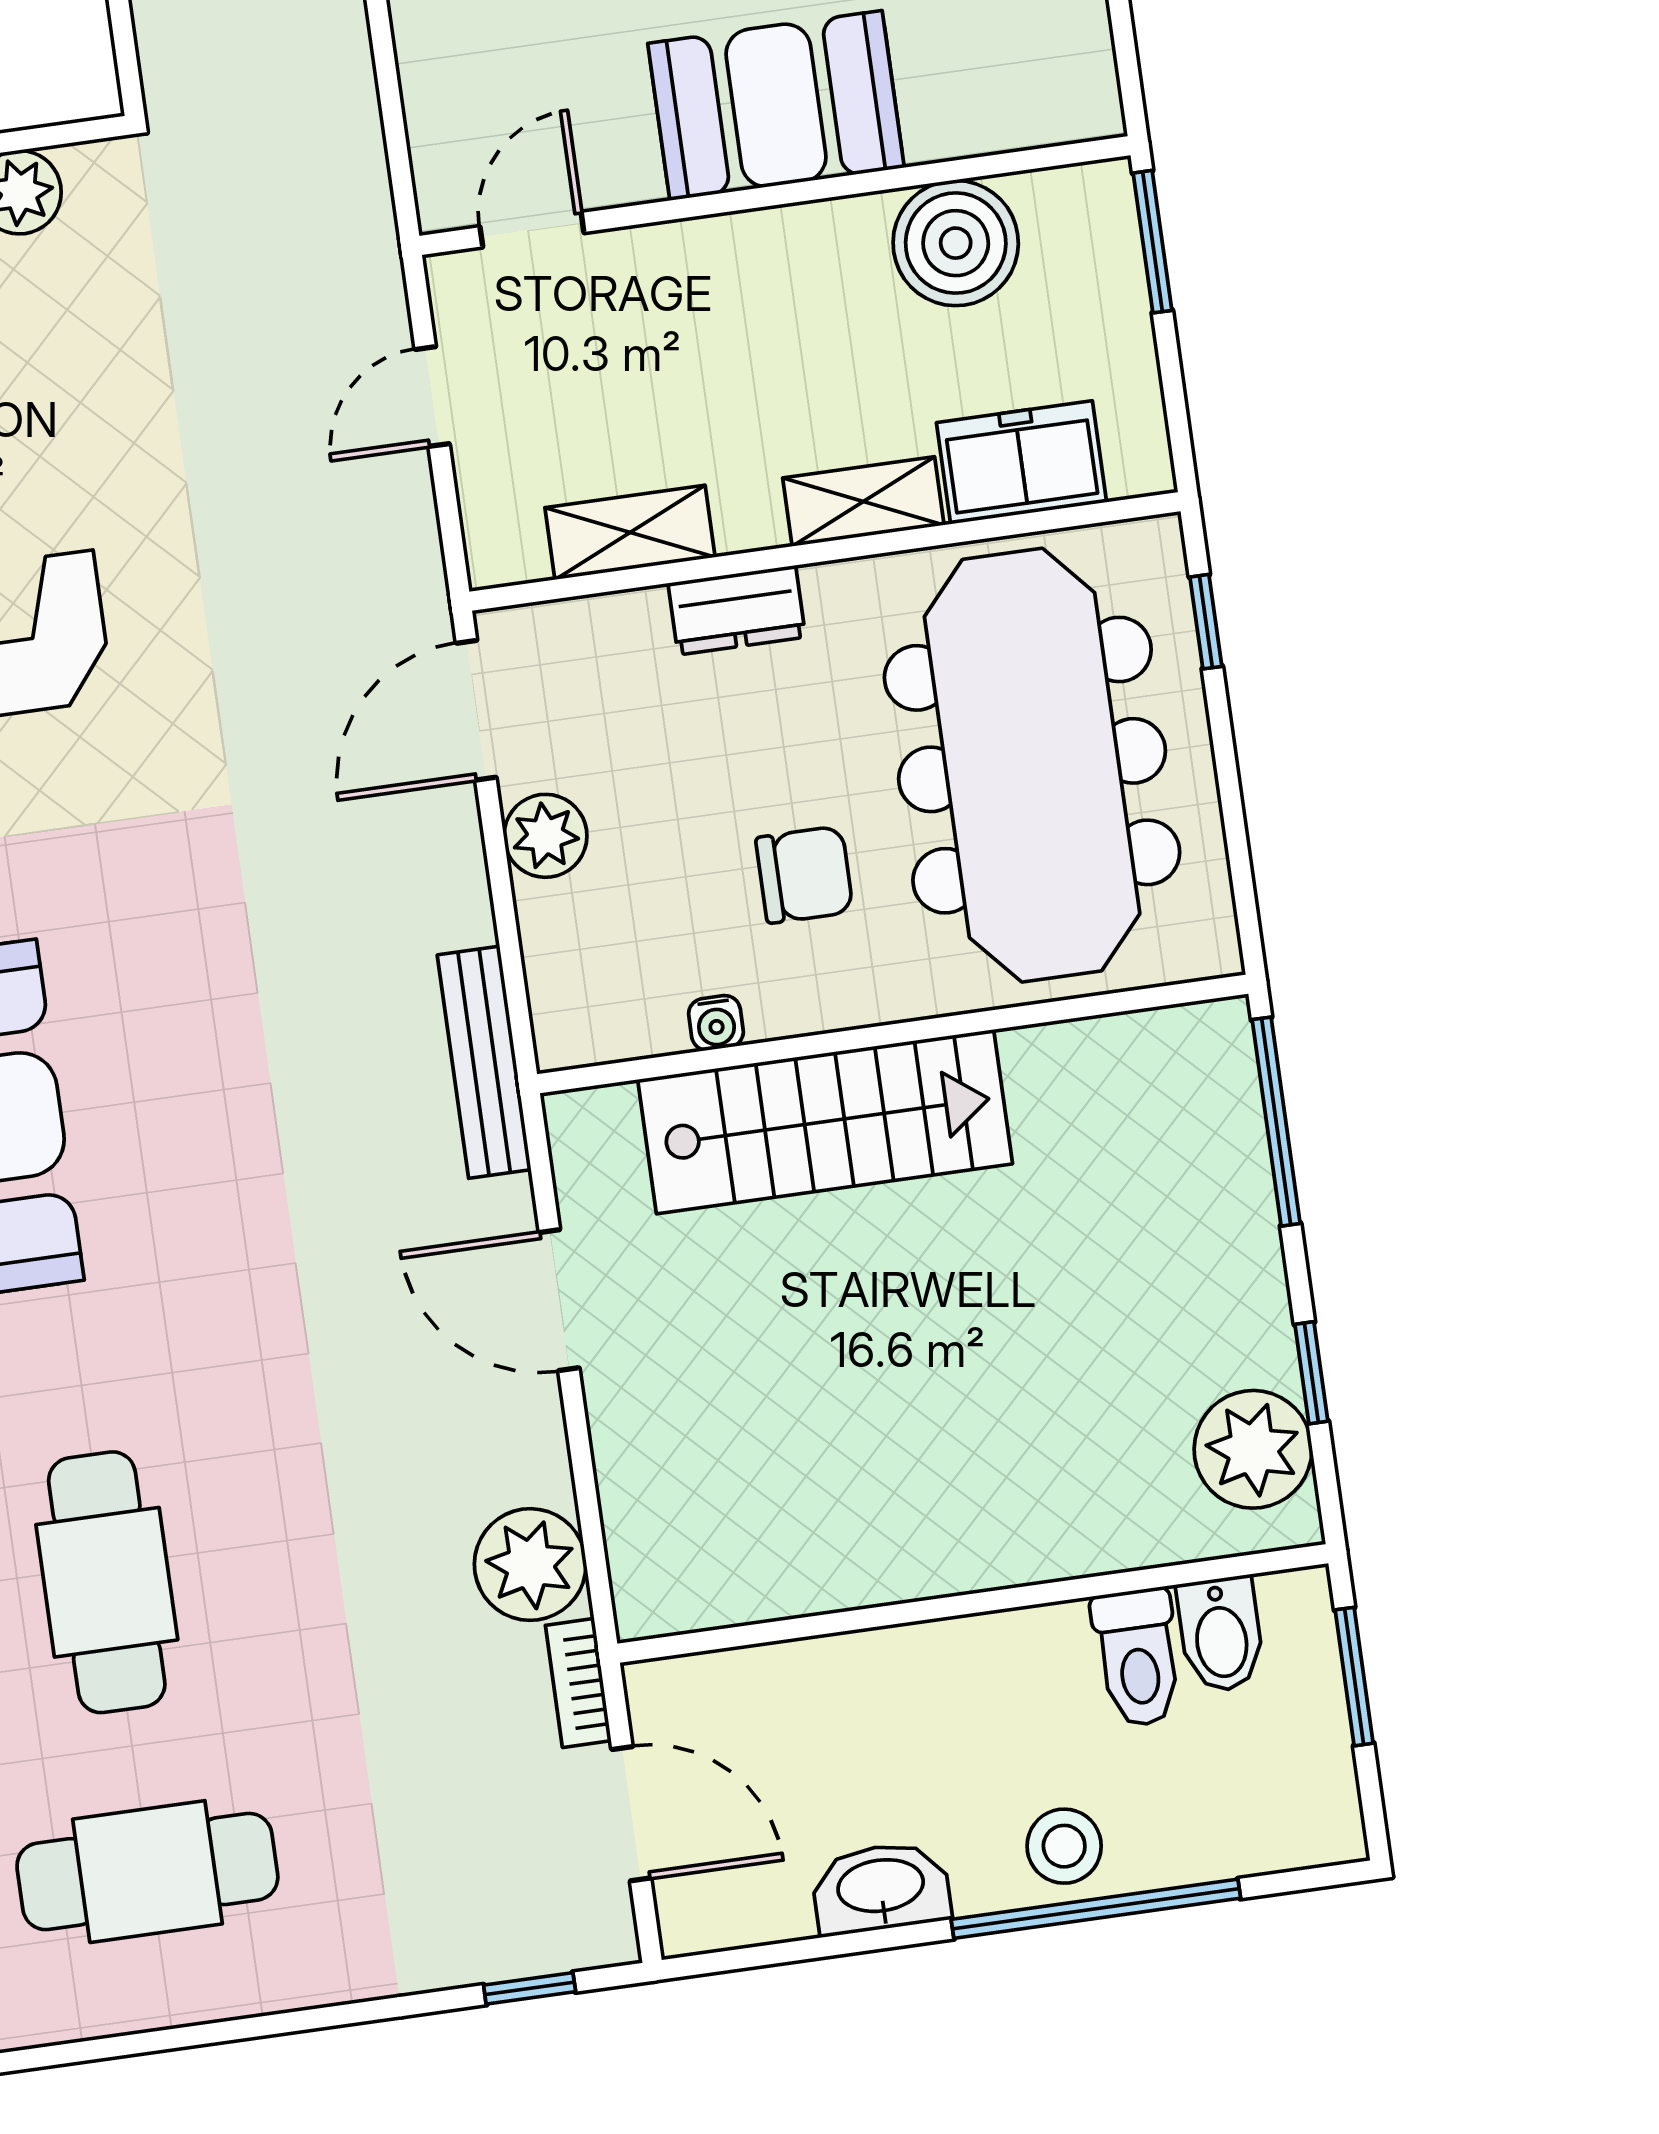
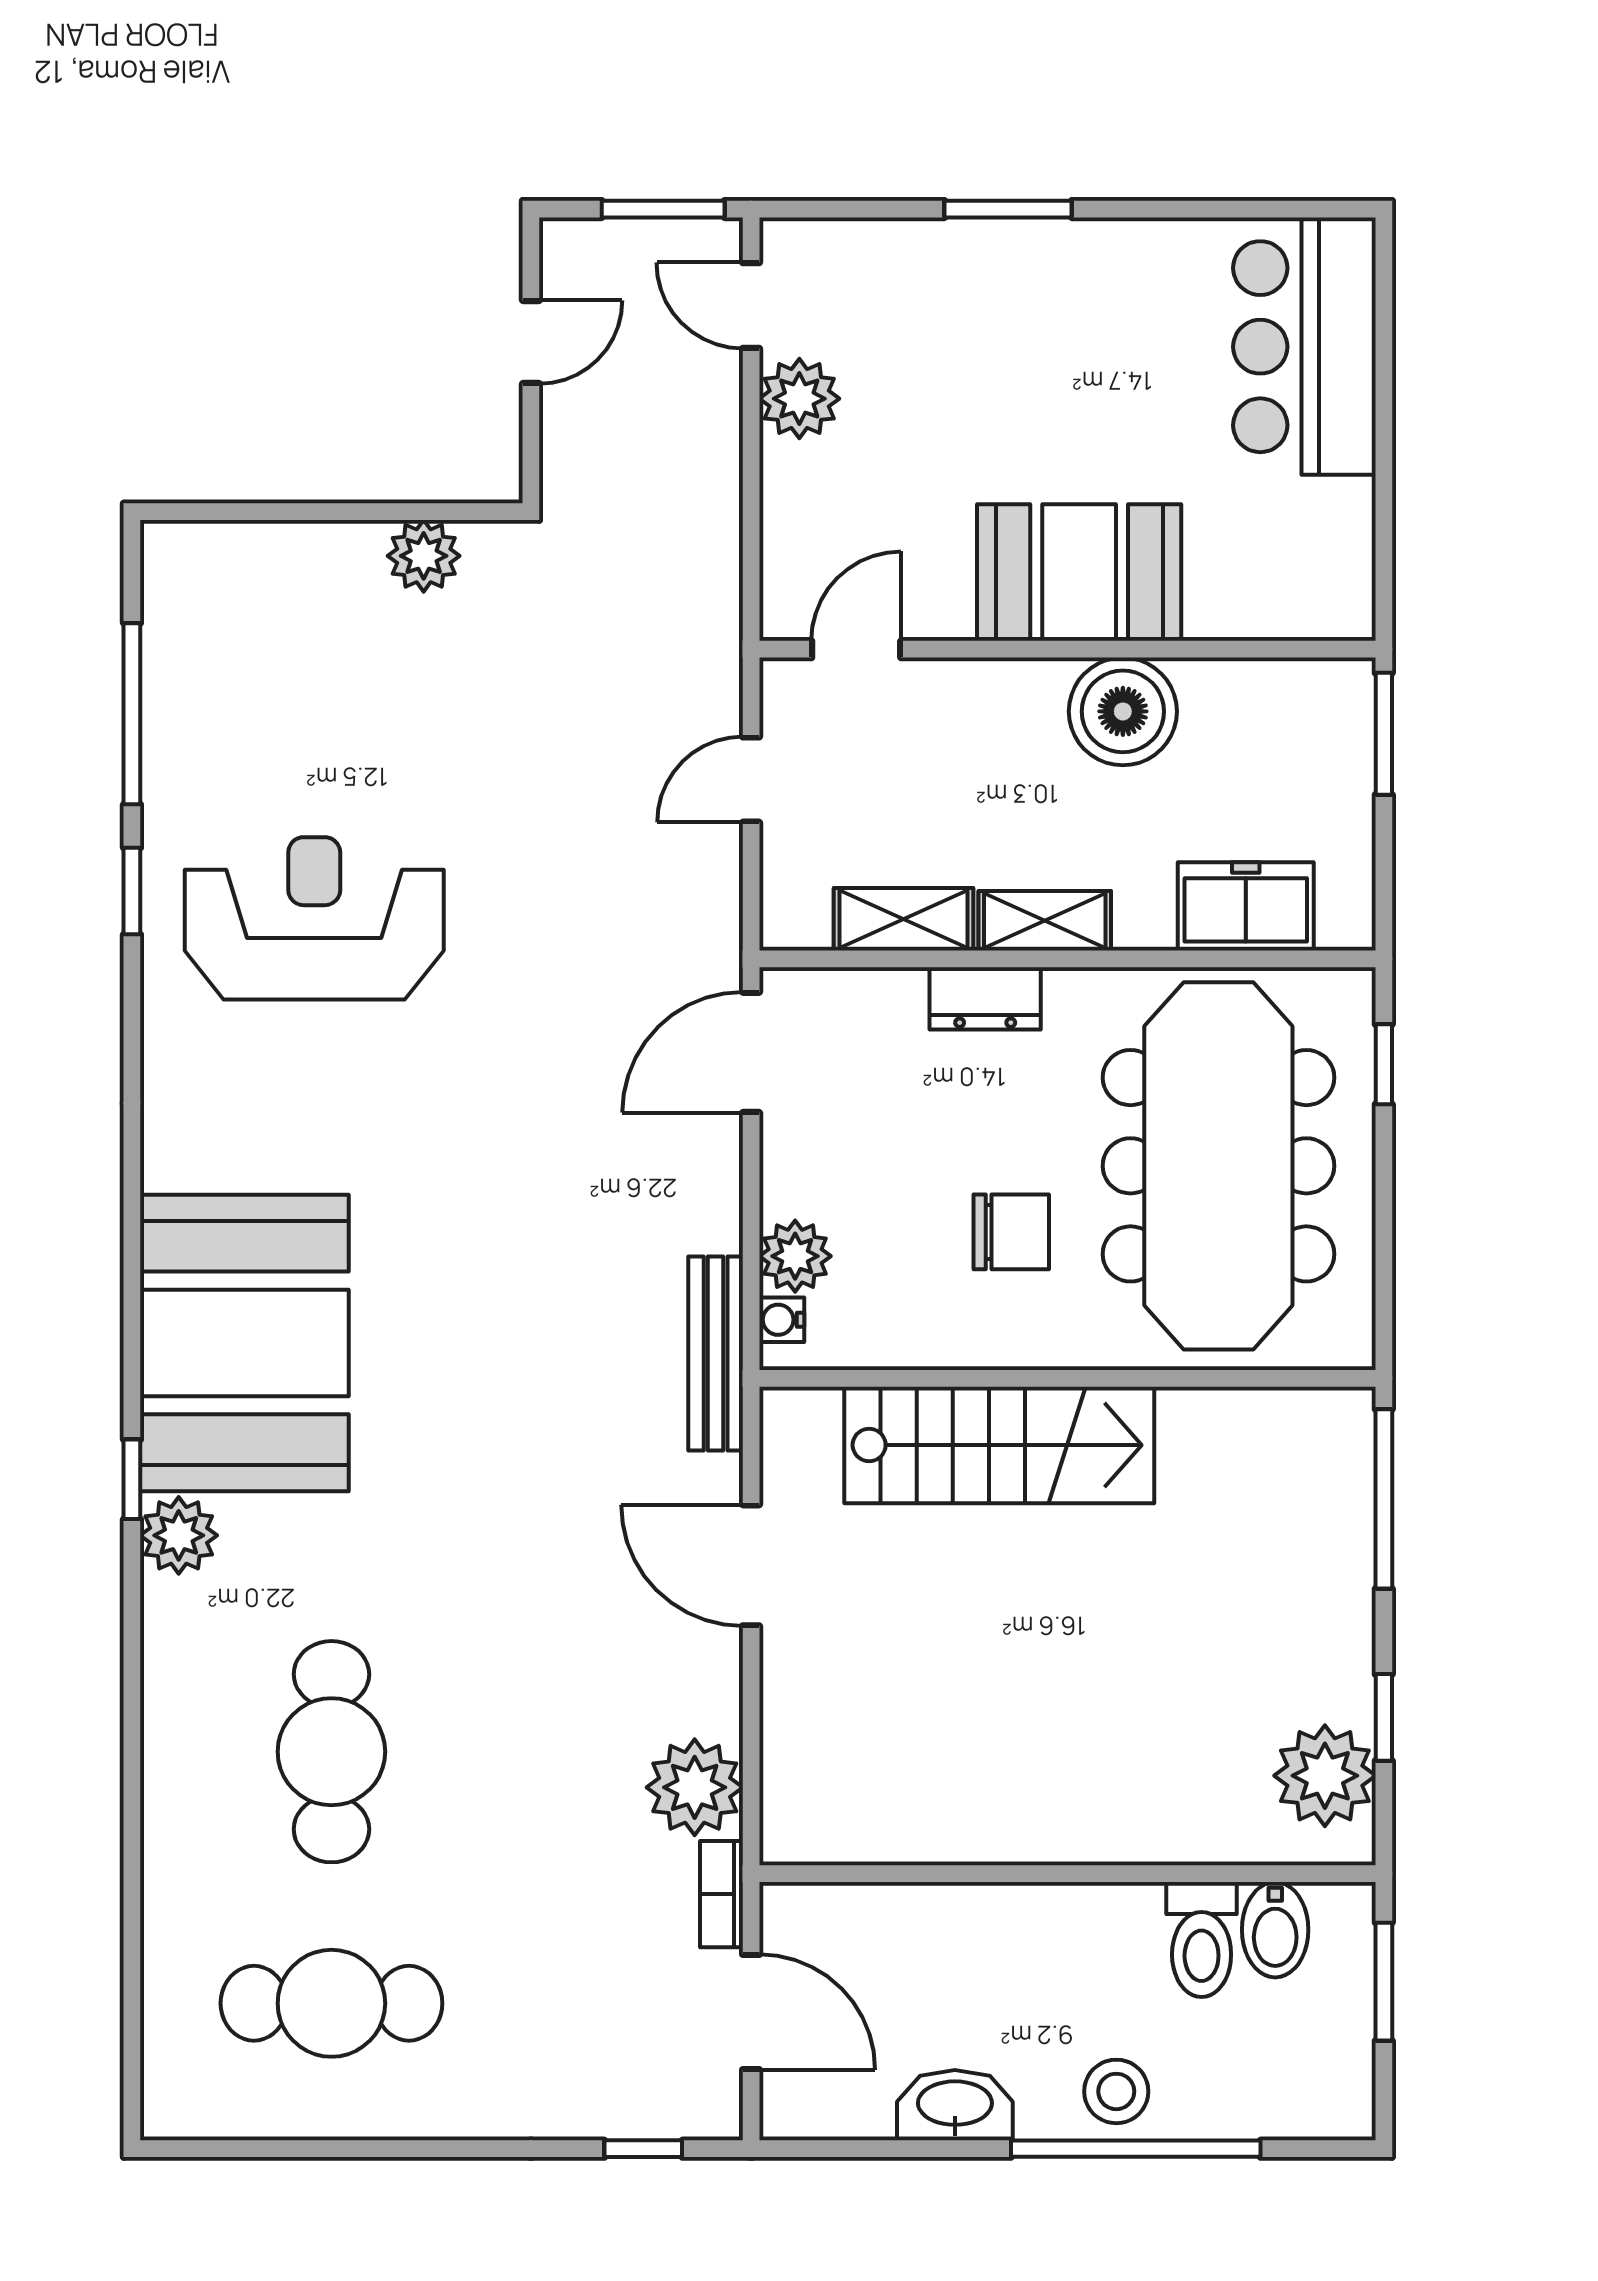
boiler: (956, 243) -> (1123, 711), moved
shelving: (863, 502) -> (1045, 921), moved
plant: (545, 836) -> (795, 1256), moved
water cooler: (716, 1023) -> (782, 1320), moved, turned 90

